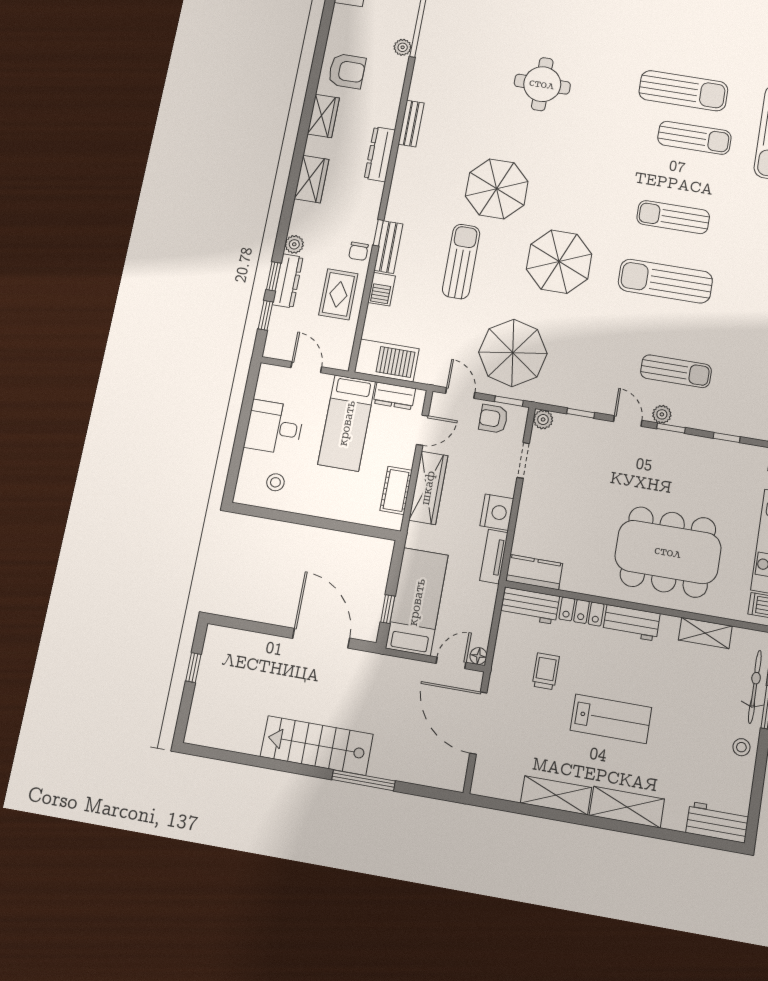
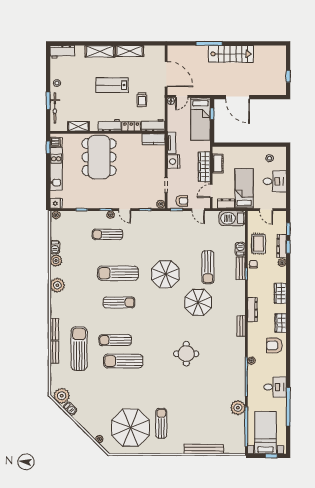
sun lounger: (665, 281) -> (118, 273), turned 180
parasol: (513, 353) -> (179, 231), removed
dining table: (668, 552) -> (99, 157), turned 90

